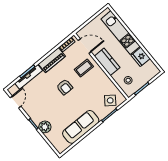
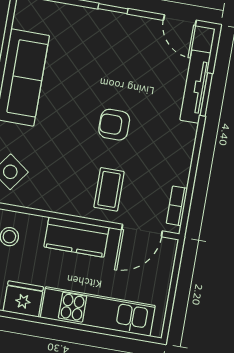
piano: (52, 60) -> (180, 154), removed
plant: (45, 127) -> (88, 21), removed

